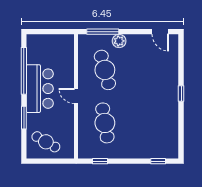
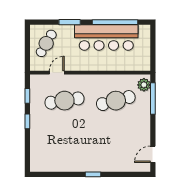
plant: (119, 41) -> (144, 85), moved
bar counter: (40, 89) -> (106, 37), width x1.36
door: (76, 96) -> (57, 73), moved
window: (158, 161) -> (27, 121), moved

